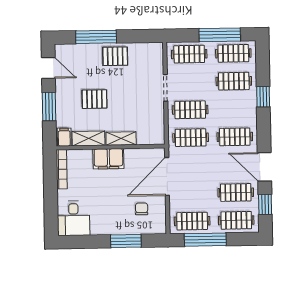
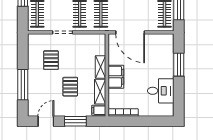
pallet: (115, 56) -> (51, 60), moved
chair: (142, 209) -> (154, 52), removed
desk: (73, 218) -> (161, 91), moved

